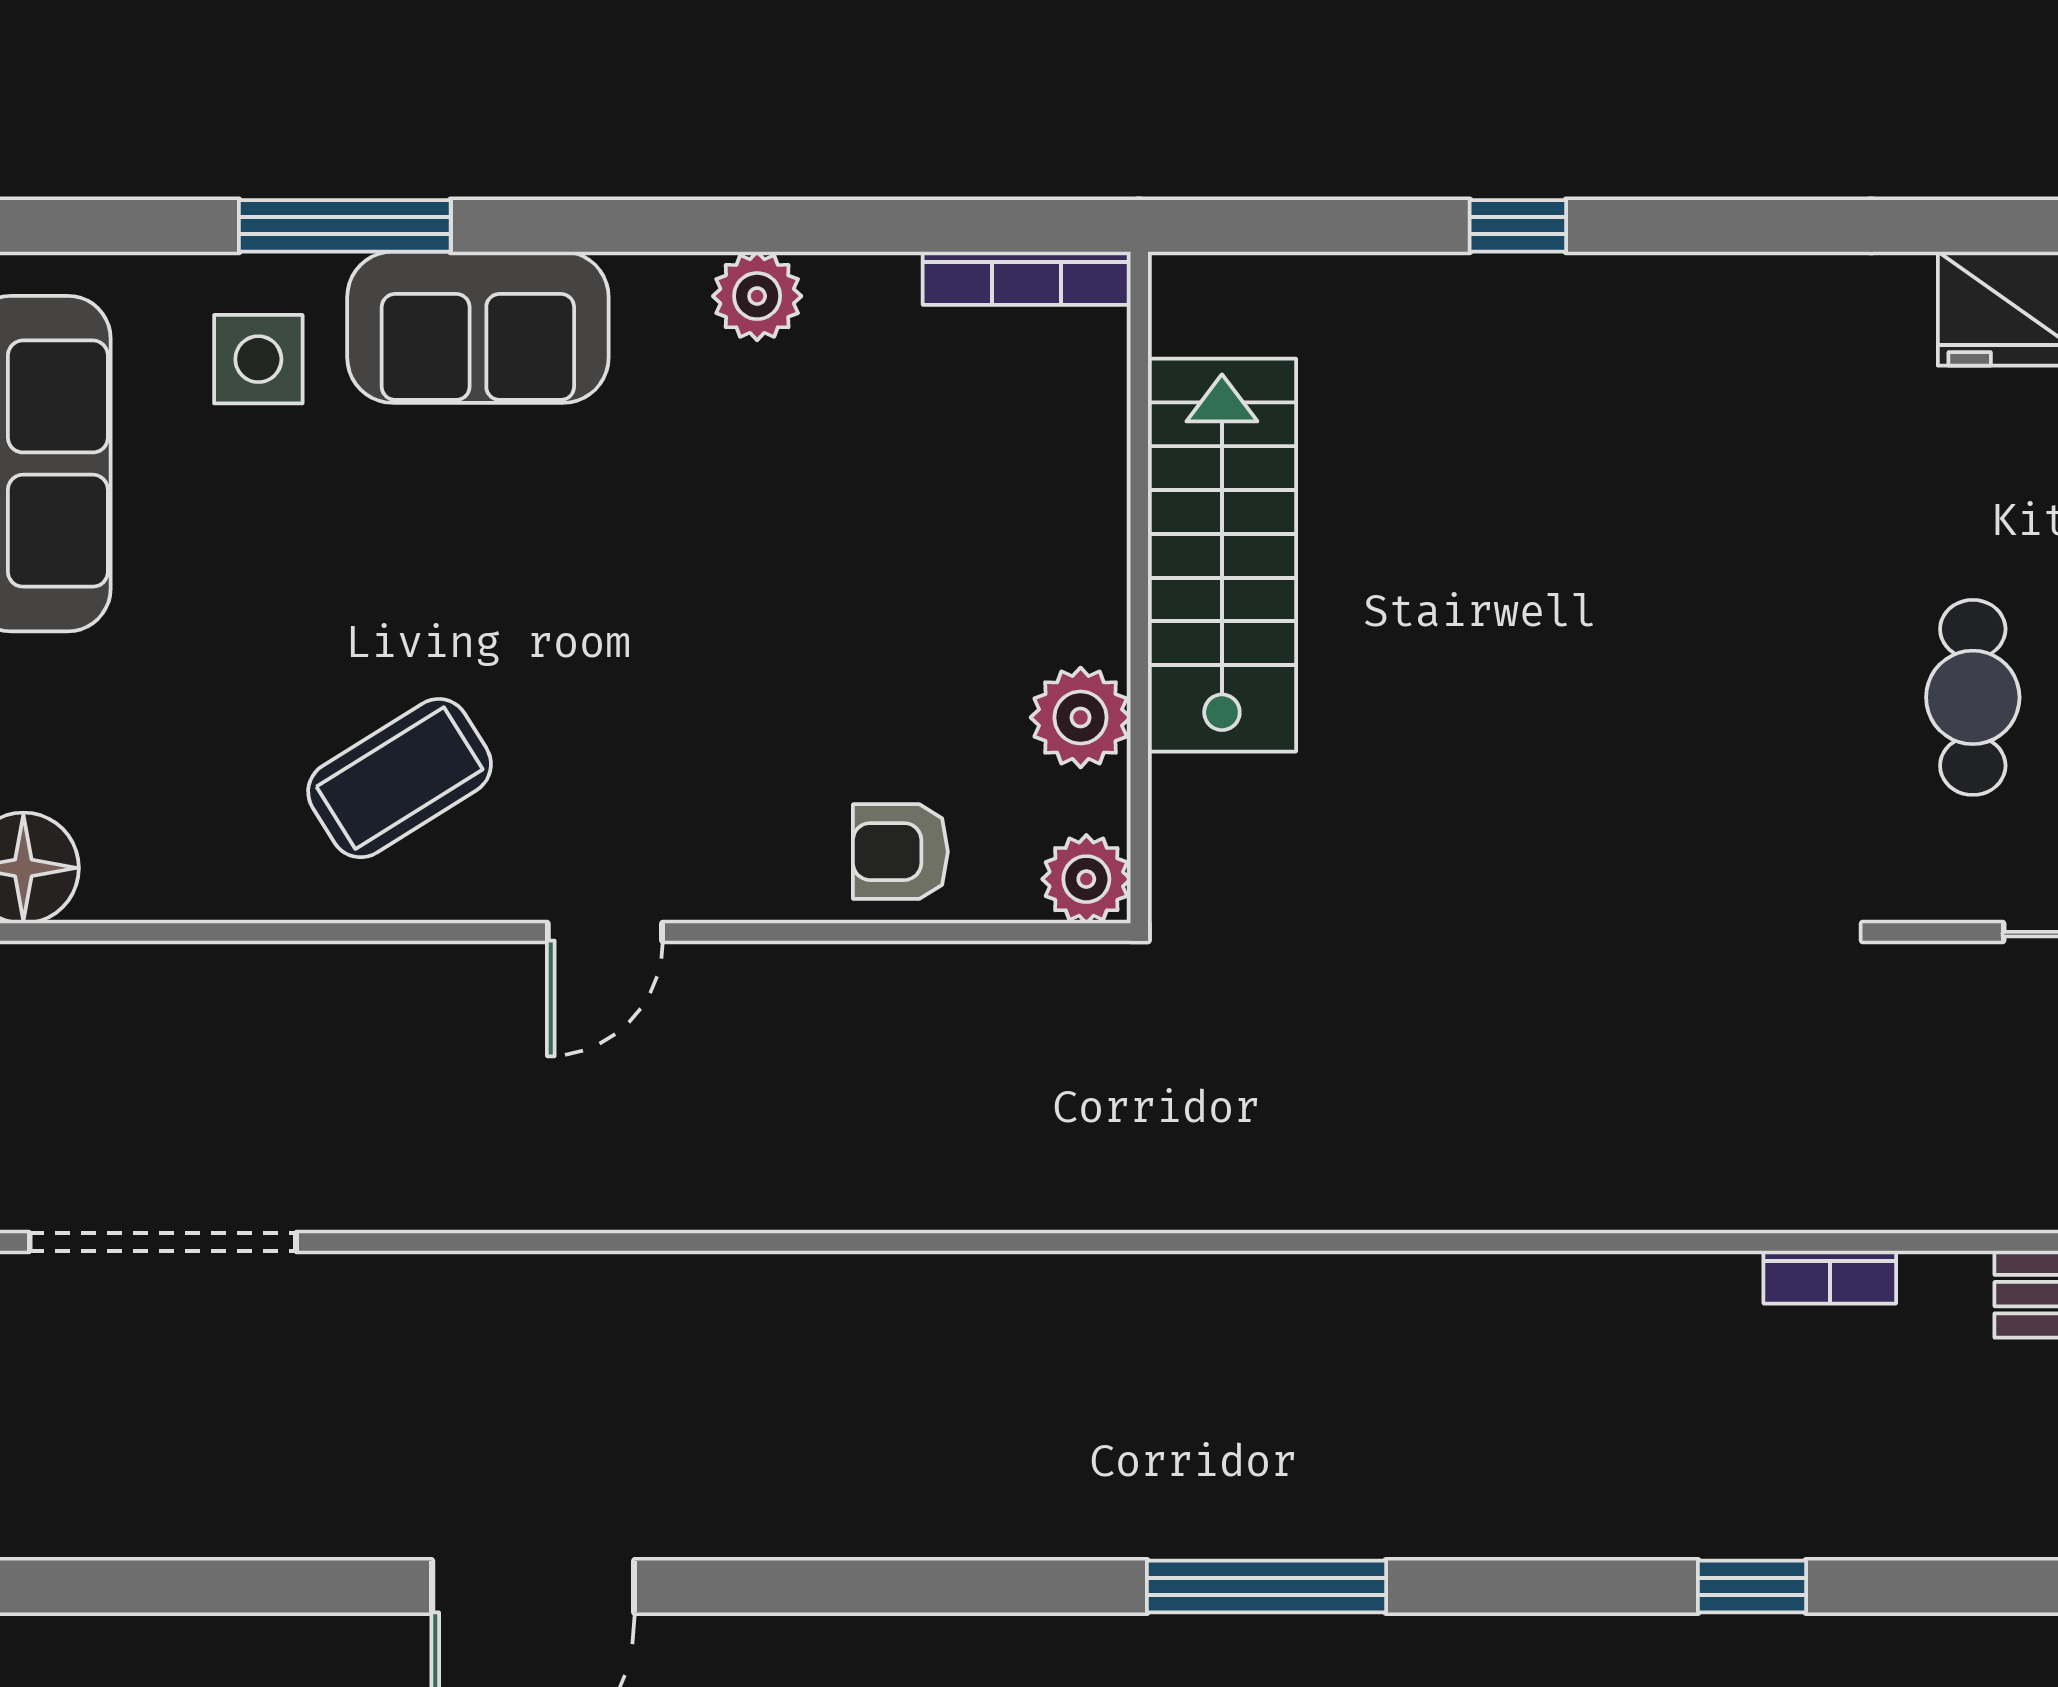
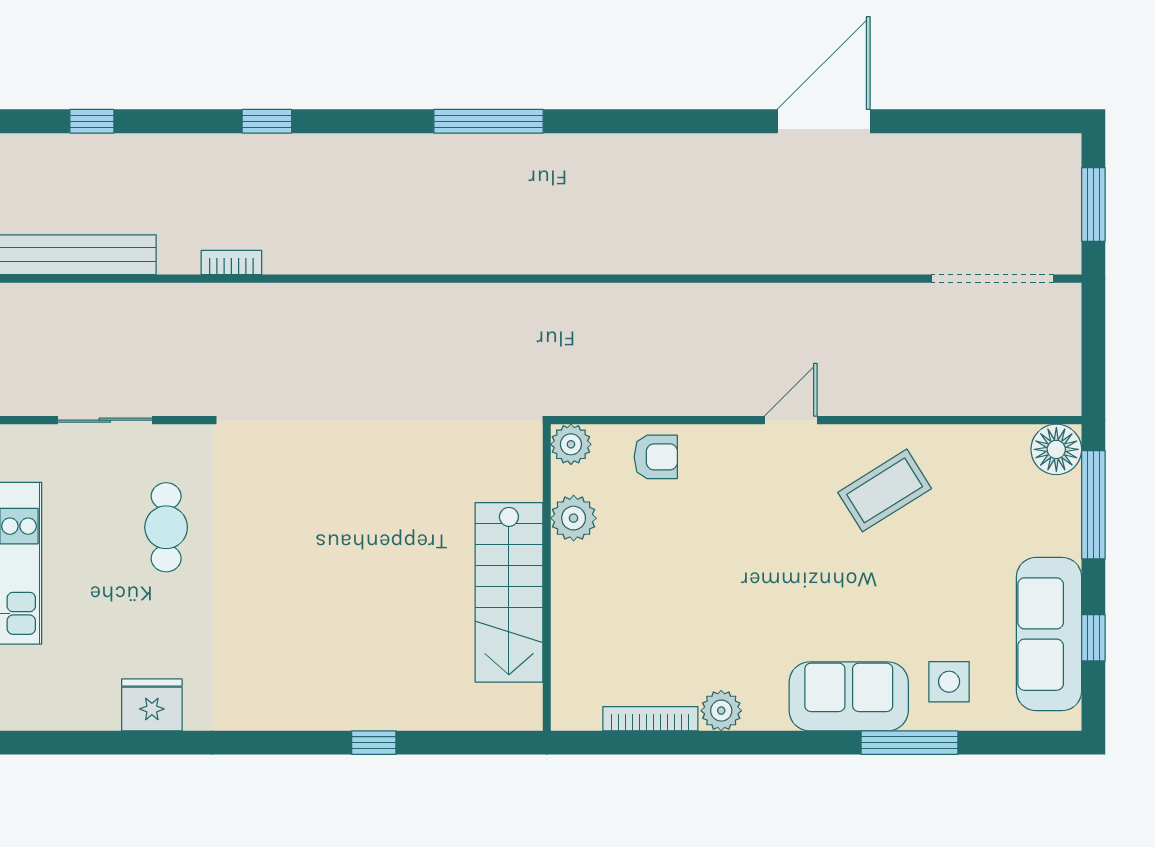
bookcase: (1027, 278) -> (650, 719), moved

